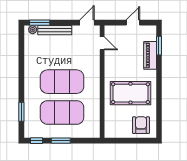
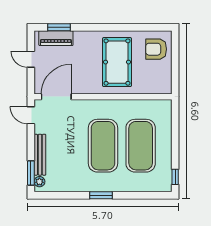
door: (102, 43) -> (56, 97), width x1.88
piano: (150, 55) -> (56, 38), moved
window: (21, 112) -> (101, 195), moved
window: (61, 141) -> (175, 147), removed

